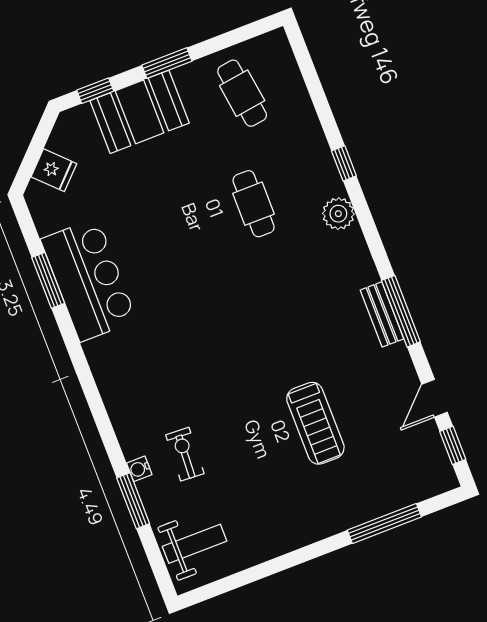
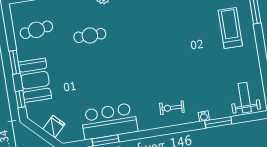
treadmill: (315, 423) -> (230, 28), moved, turned -90
exercise bike: (185, 454) -> (172, 108), moved

